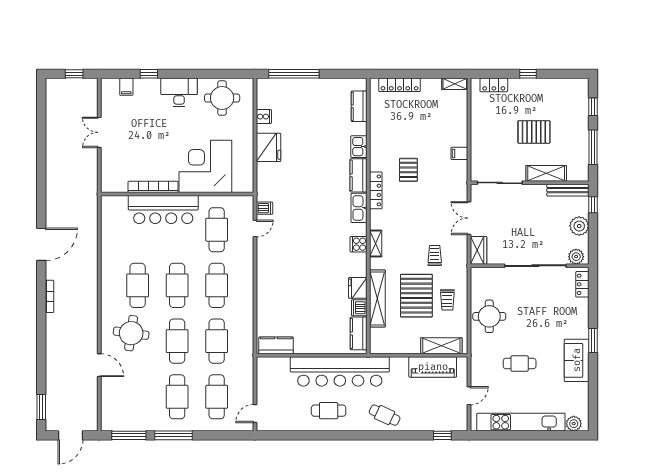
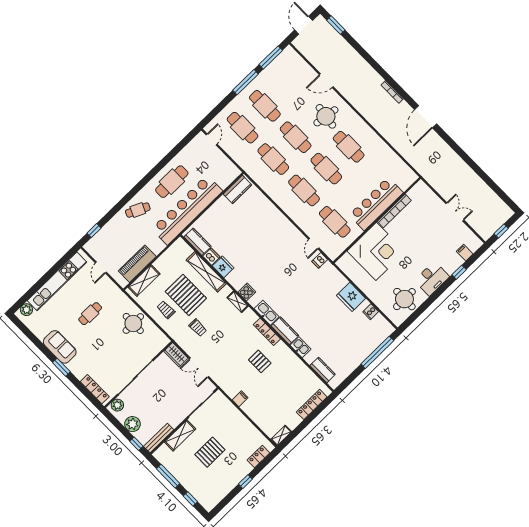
double door: (469, 218) -> (199, 368), swing flipped
locker: (582, 284) -> (95, 389), width x1.53
cafe table: (329, 411) -> (172, 182), width x1.37, depth x1.35

